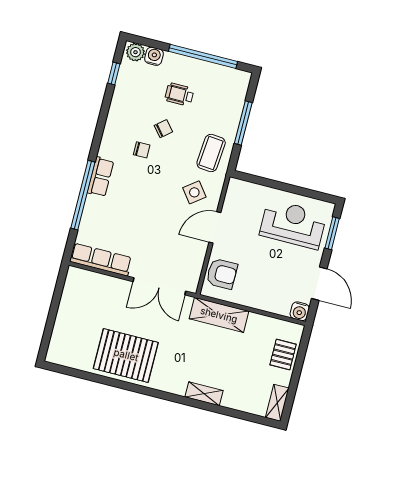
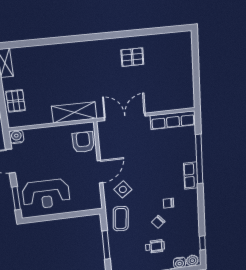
armchair: (222, 274) -> (83, 142), turned 90
pallet: (126, 355) -> (132, 57), width x0.49, depth x0.50
shelving: (204, 394) -> (63, 49), removed

